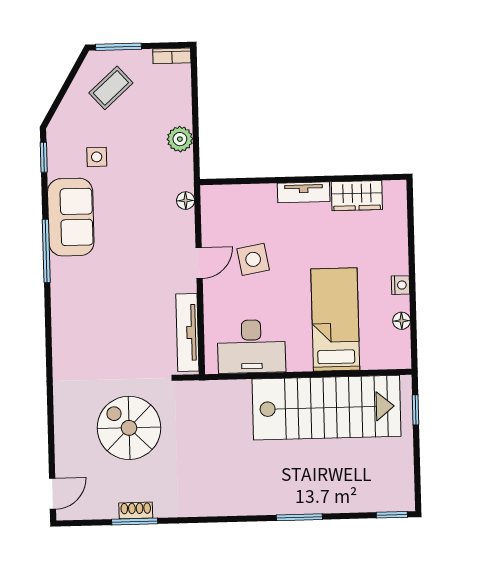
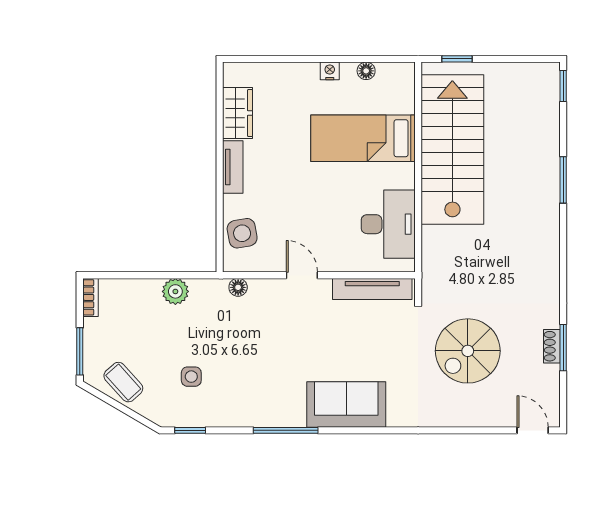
coffee table: (111, 88) -> (123, 382), moved
sofa: (71, 217) -> (346, 405), moved
side table: (253, 259) -> (242, 233), moved

